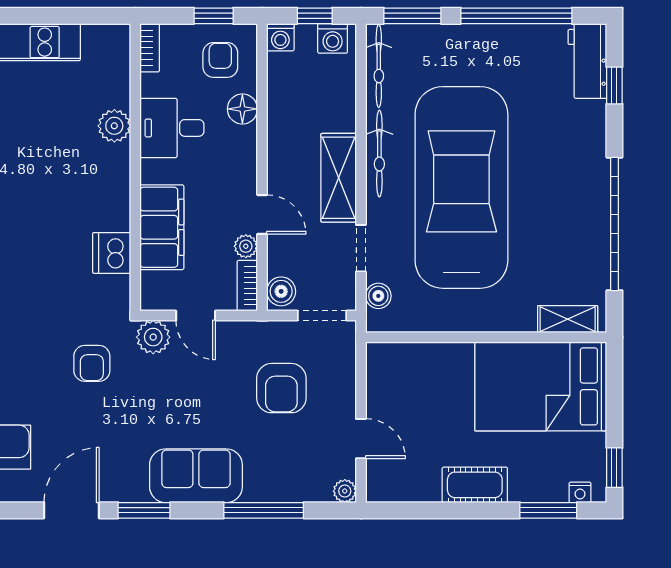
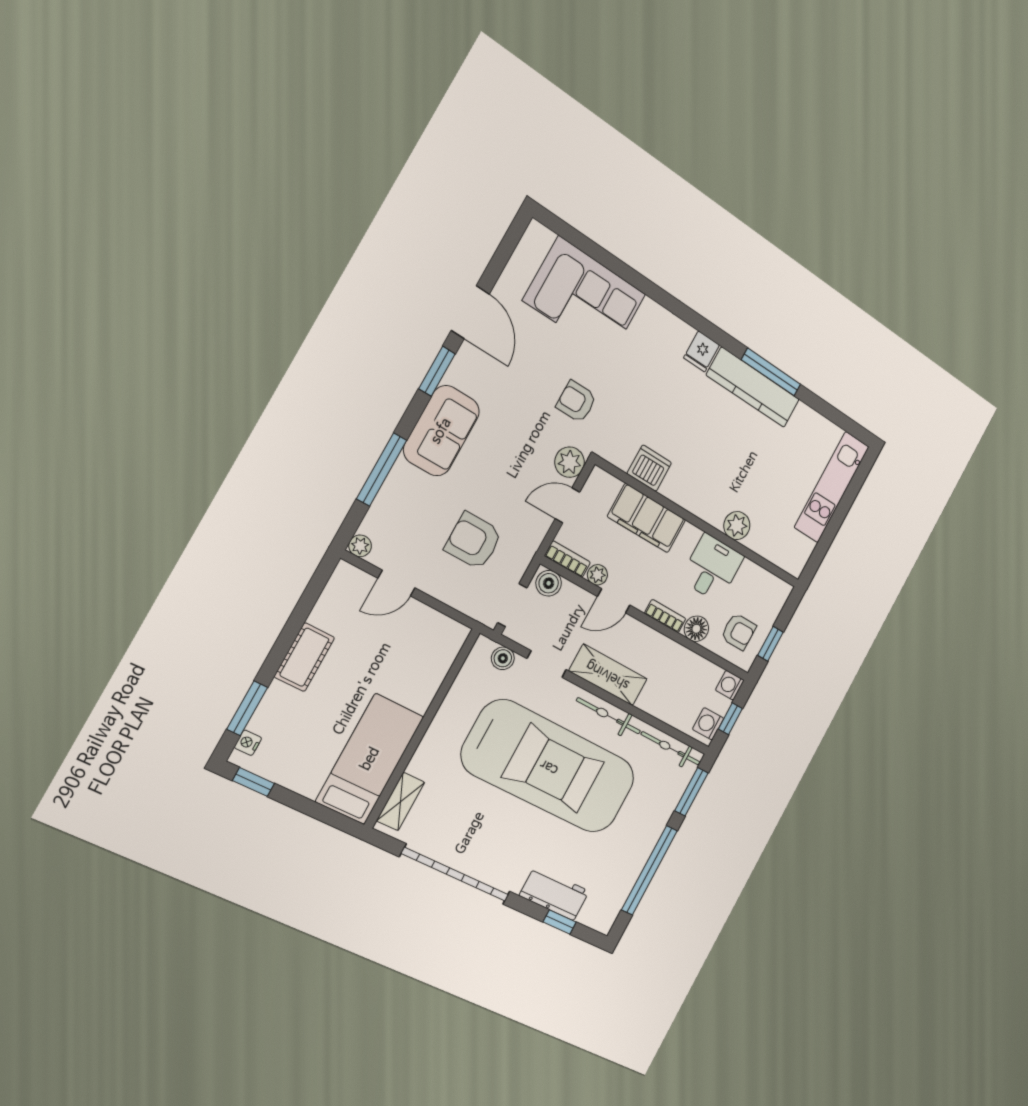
bookcase: (150, 48) -> (665, 616), moved, turned 180
workbench: (587, 61) -> (554, 893), moved
bed: (541, 386) -> (370, 759), width x0.67

